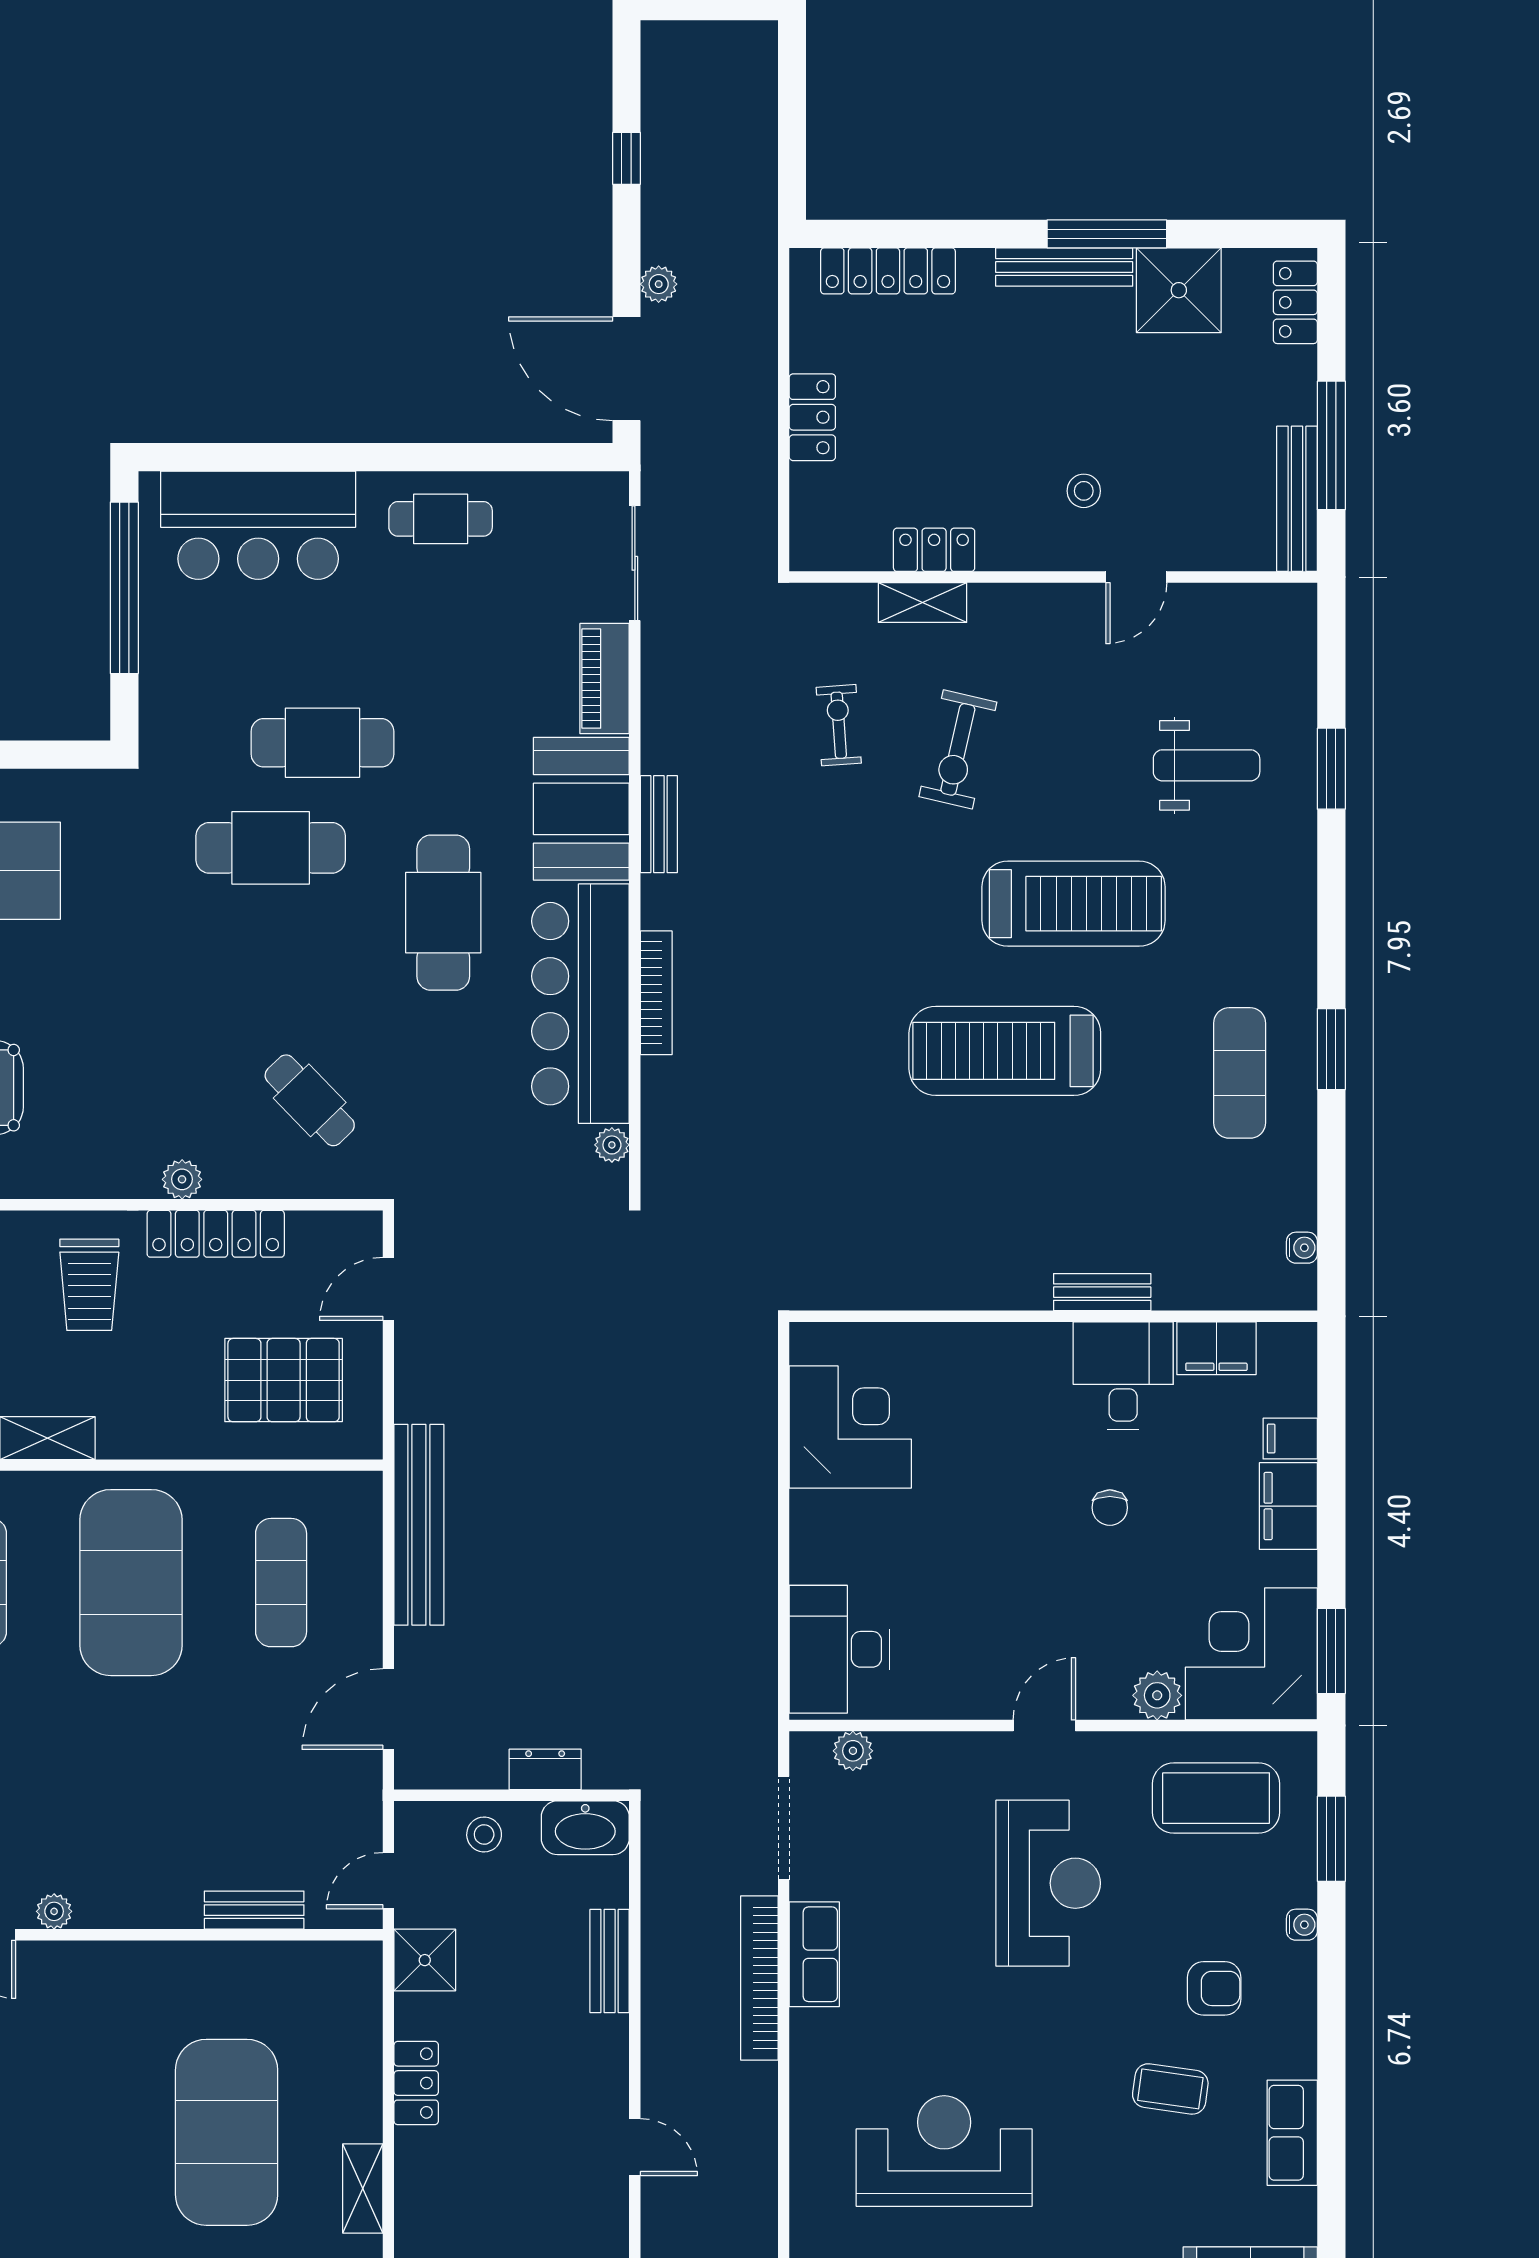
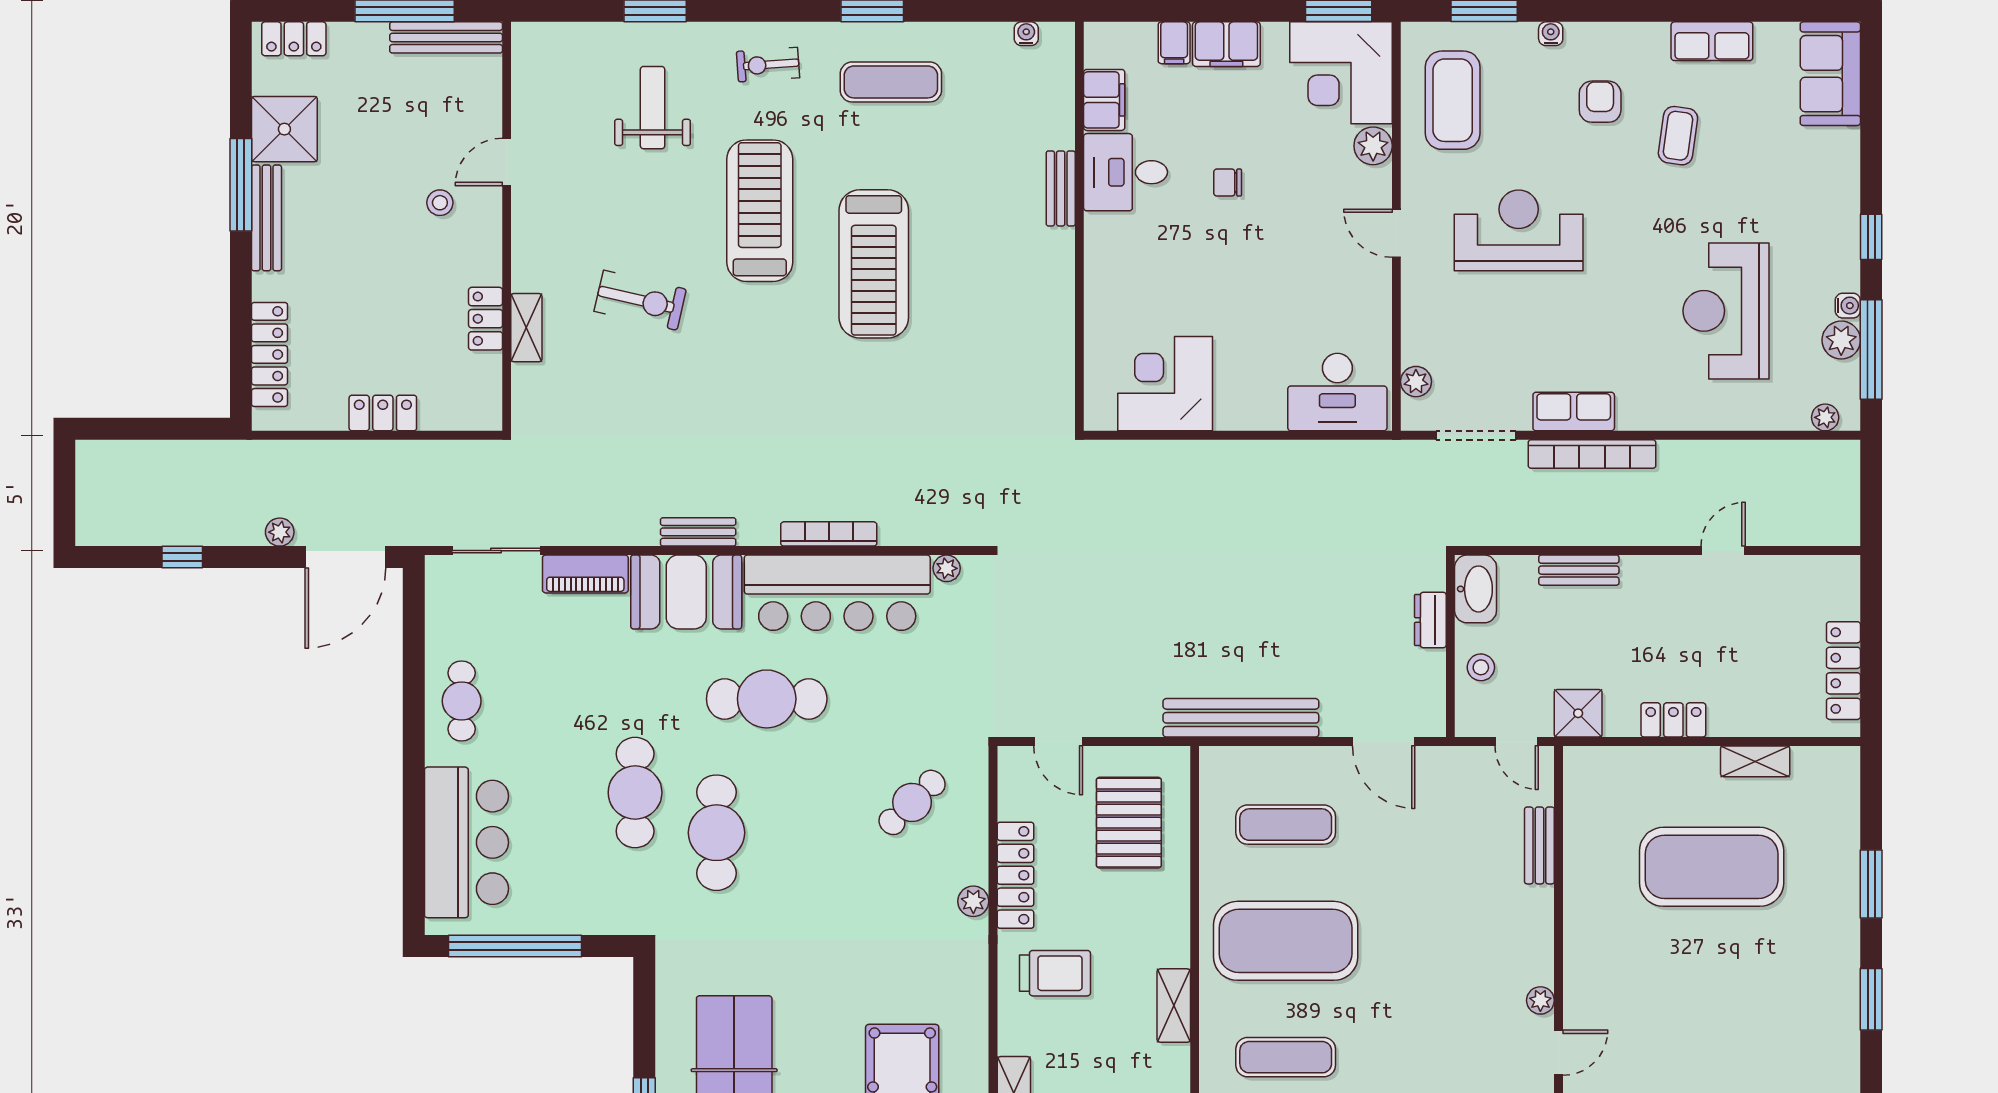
door: (1136, 577) -> (507, 162), swing flipped
exercise bike: (839, 725) -> (768, 65), moved
chair: (1110, 1508) -> (1228, 183), turned 180

